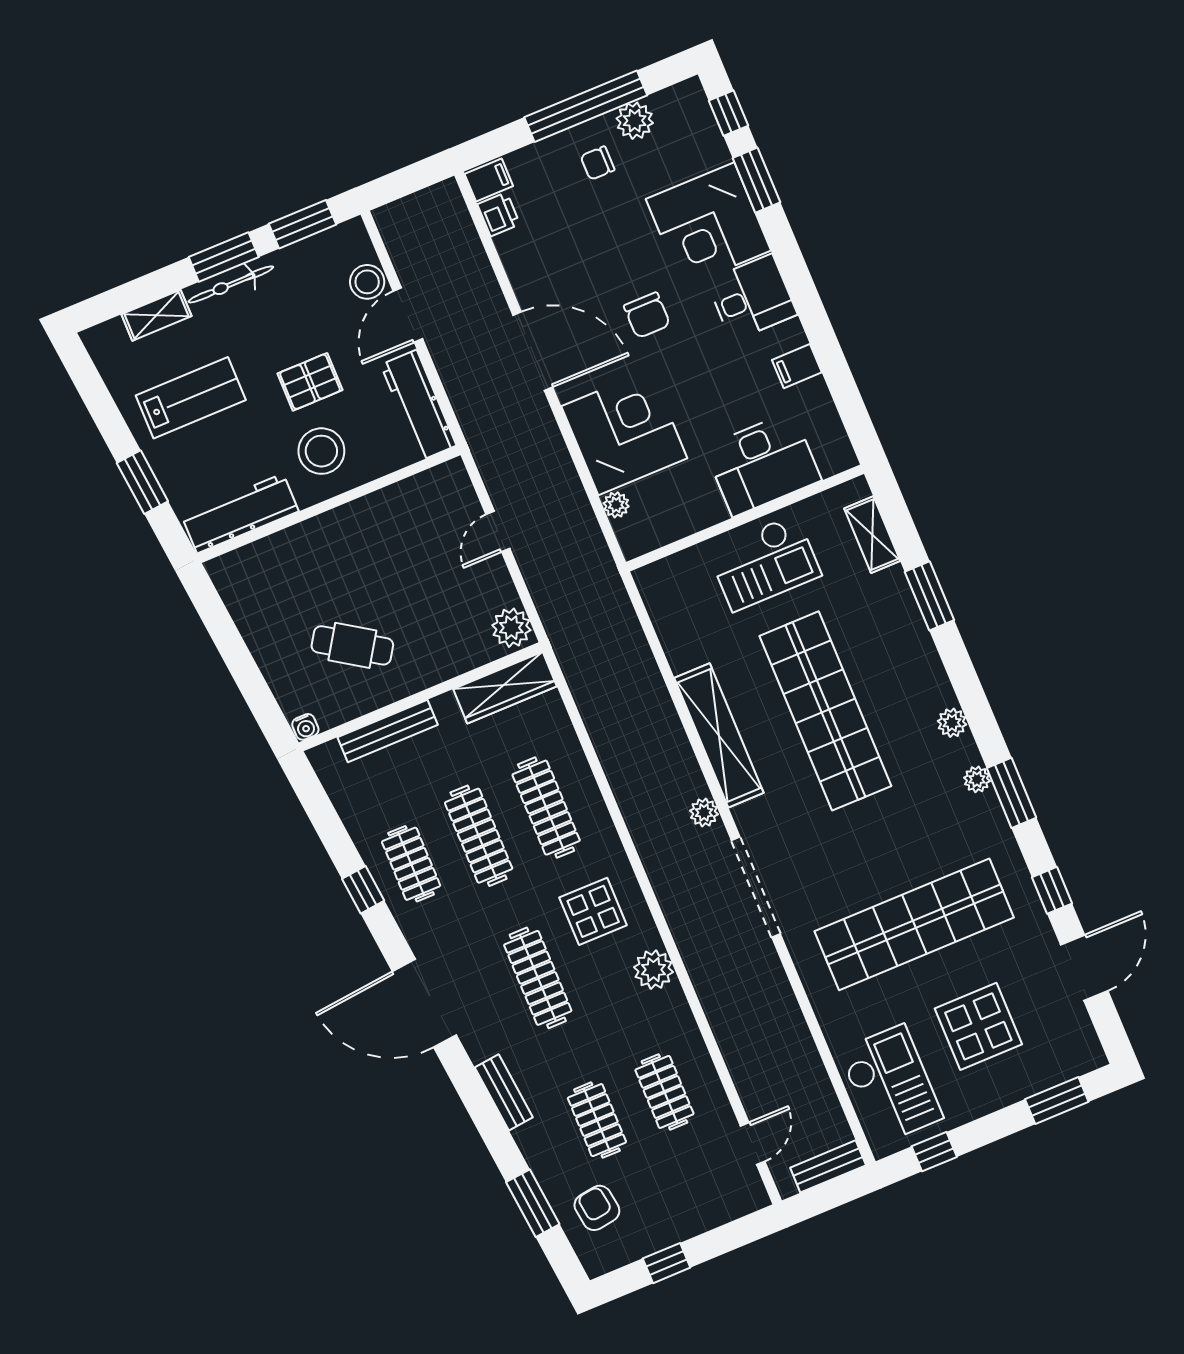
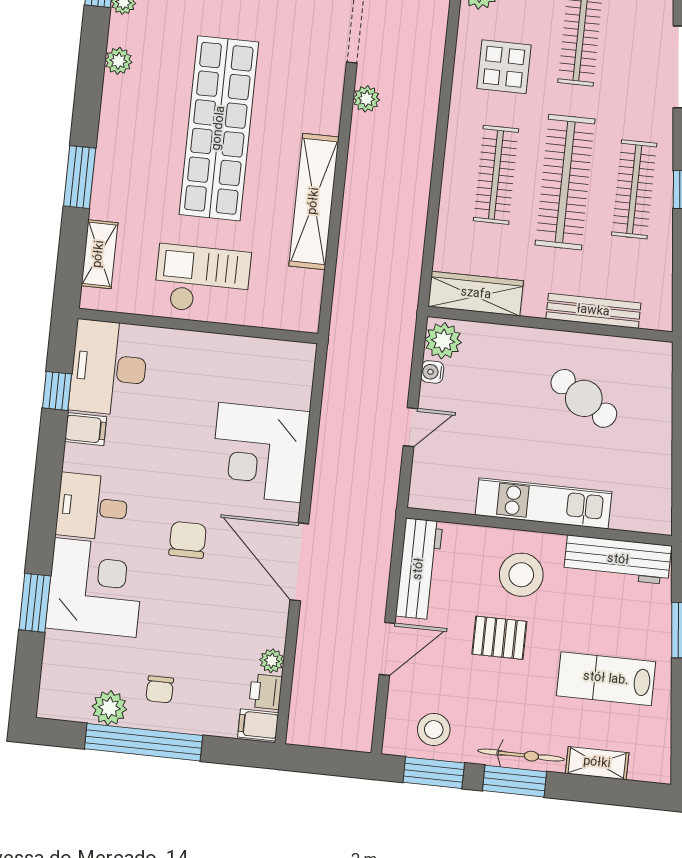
window: (729, 113) -> (57, 391), moved
chair: (597, 163) -> (160, 689), turned 90
stool: (367, 282) -> (434, 730), moved
desk: (763, 464) -> (109, 368), moved, turned -90
plant: (616, 505) -> (272, 661), moved
kitchen unit: (337, 528) -> (543, 503), added
water cooler: (305, 727) -> (432, 372), moved, turned -90
shelving: (719, 735) -> (314, 201), moved
clothes rail: (479, 836) -> (565, 182), width x1.37, depth x1.31
clothes rail: (411, 864) -> (634, 189), width x1.36

